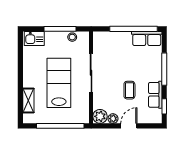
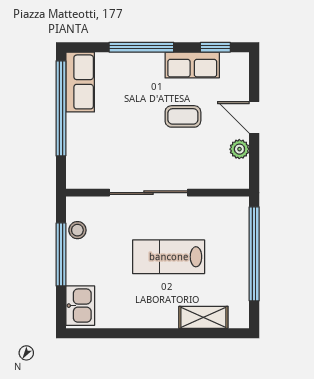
lab bench: (59, 83) -> (169, 257), width x0.73, depth x0.72
plant: (100, 116) -> (235, 175), removed

